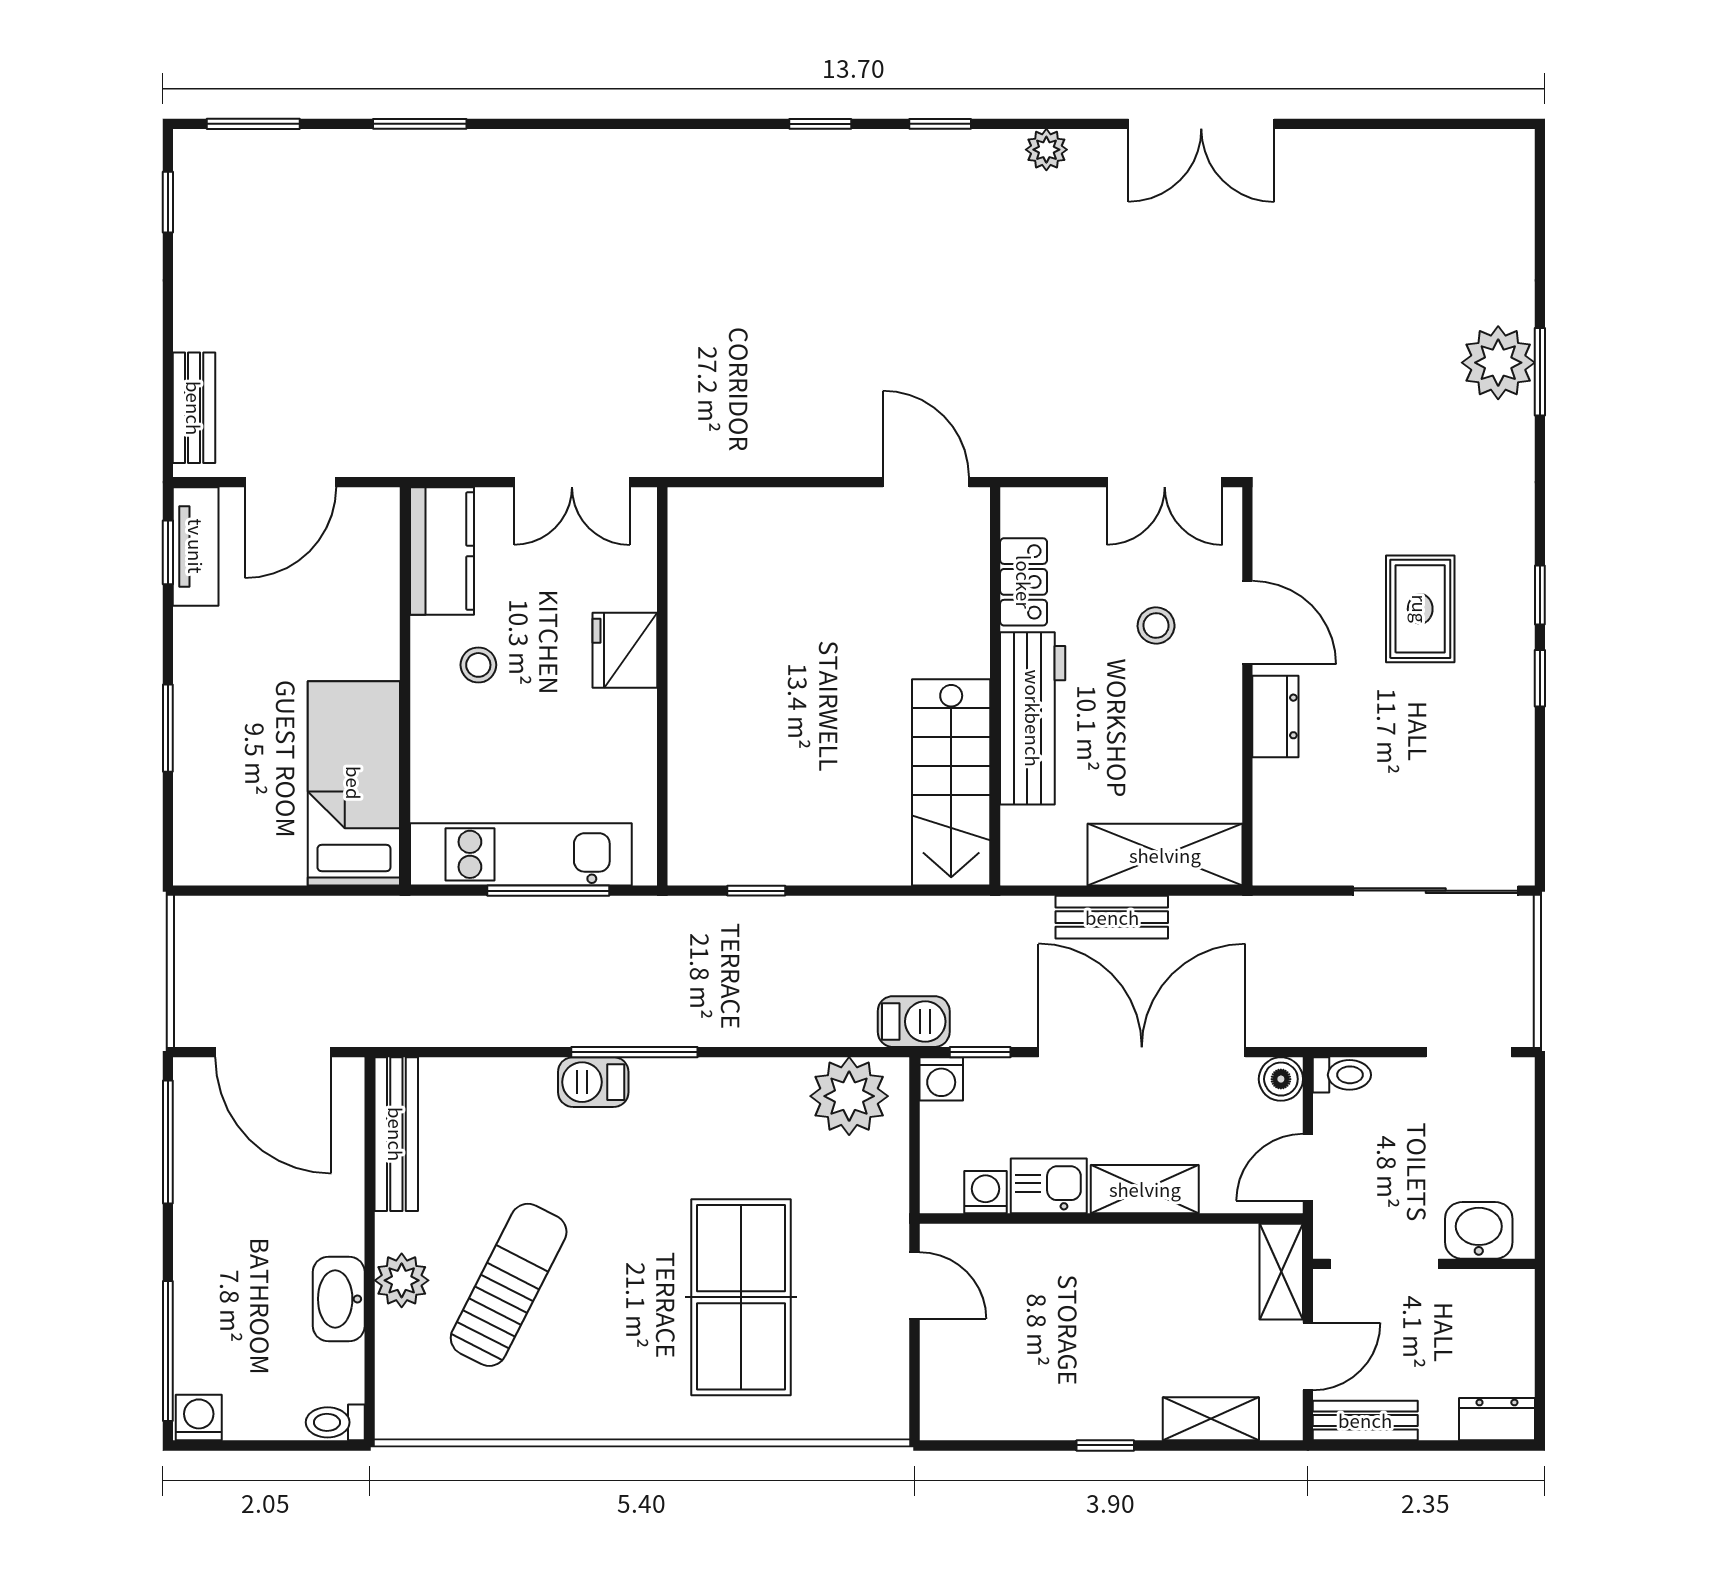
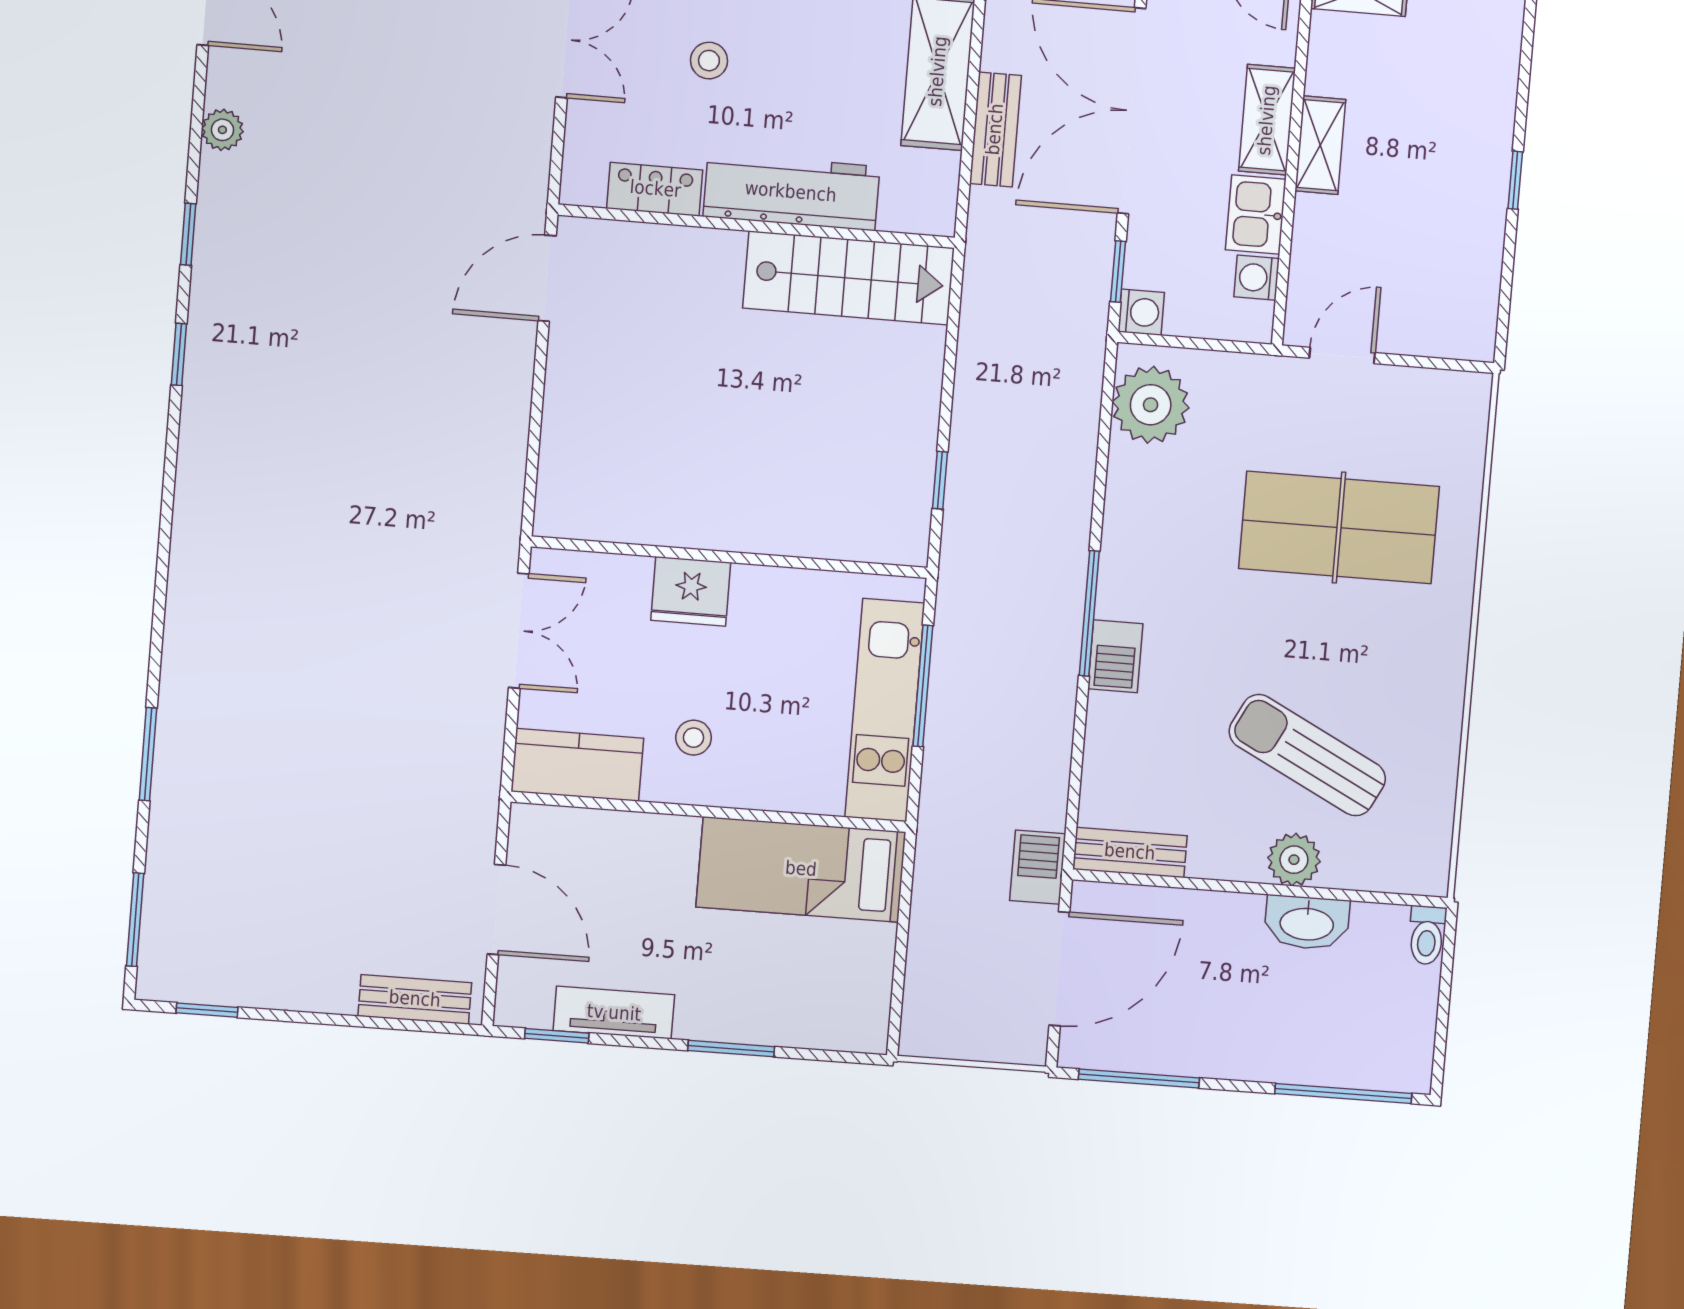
tv unit: (196, 546) -> (614, 1013), moved
barbecue: (914, 1022) -> (1038, 867), moved
bench: (396, 1134) -> (1130, 852), width x0.73
washing machine: (199, 1418) -> (1411, 1068), removed
shelving: (1211, 1419) -> (1320, 145), moved

